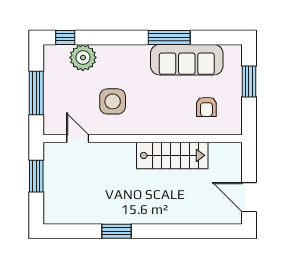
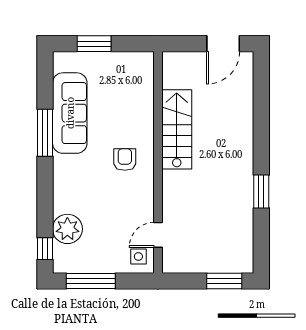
window: (36, 93) -> (91, 281), moved
side table: (113, 101) -> (138, 256), moved, width x0.54, depth x0.54
armchair: (206, 107) -> (125, 160), moved, turned -90
window: (36, 176) -> (224, 281), moved

